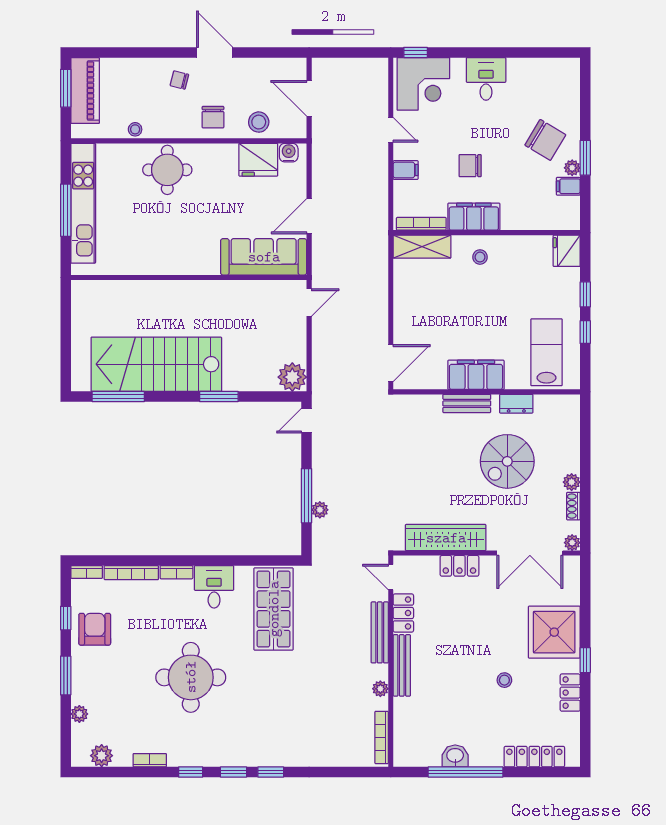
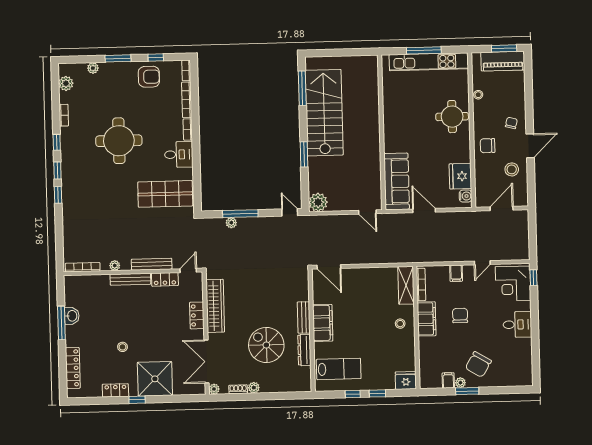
stool: (259, 122) -> (512, 169), moved
dresser: (516, 404) -> (304, 350), width x1.44
window: (466, 772) -> (61, 323), width x0.68

